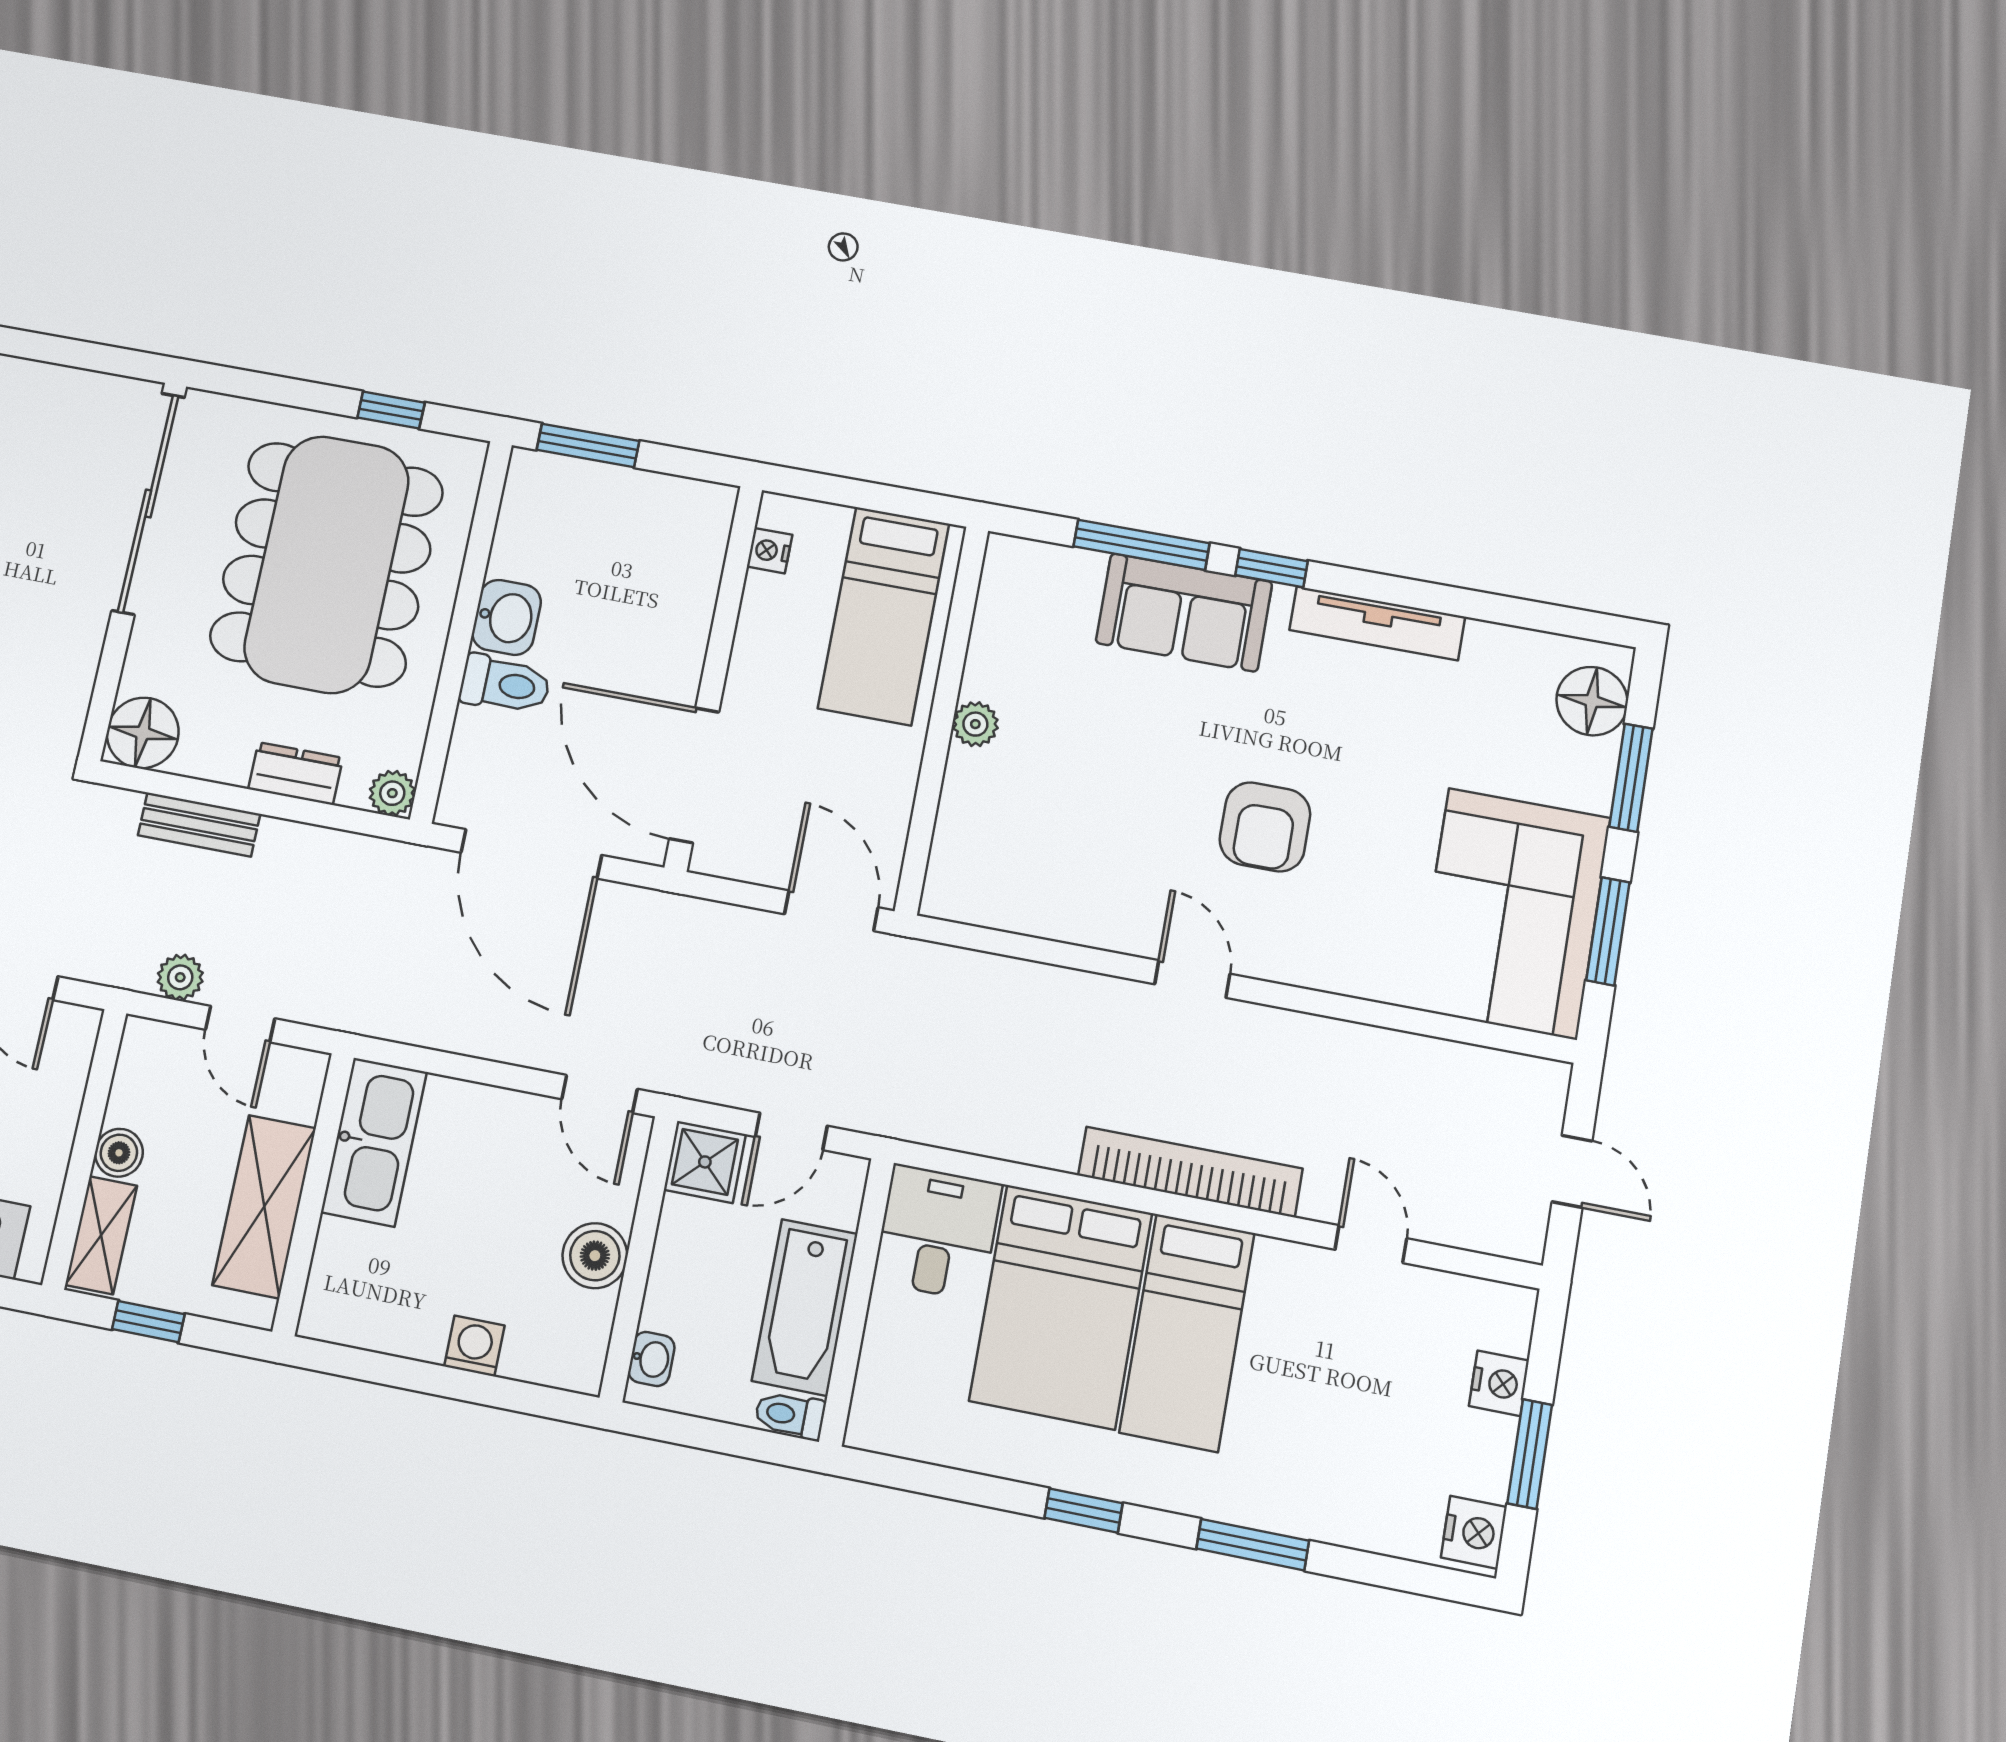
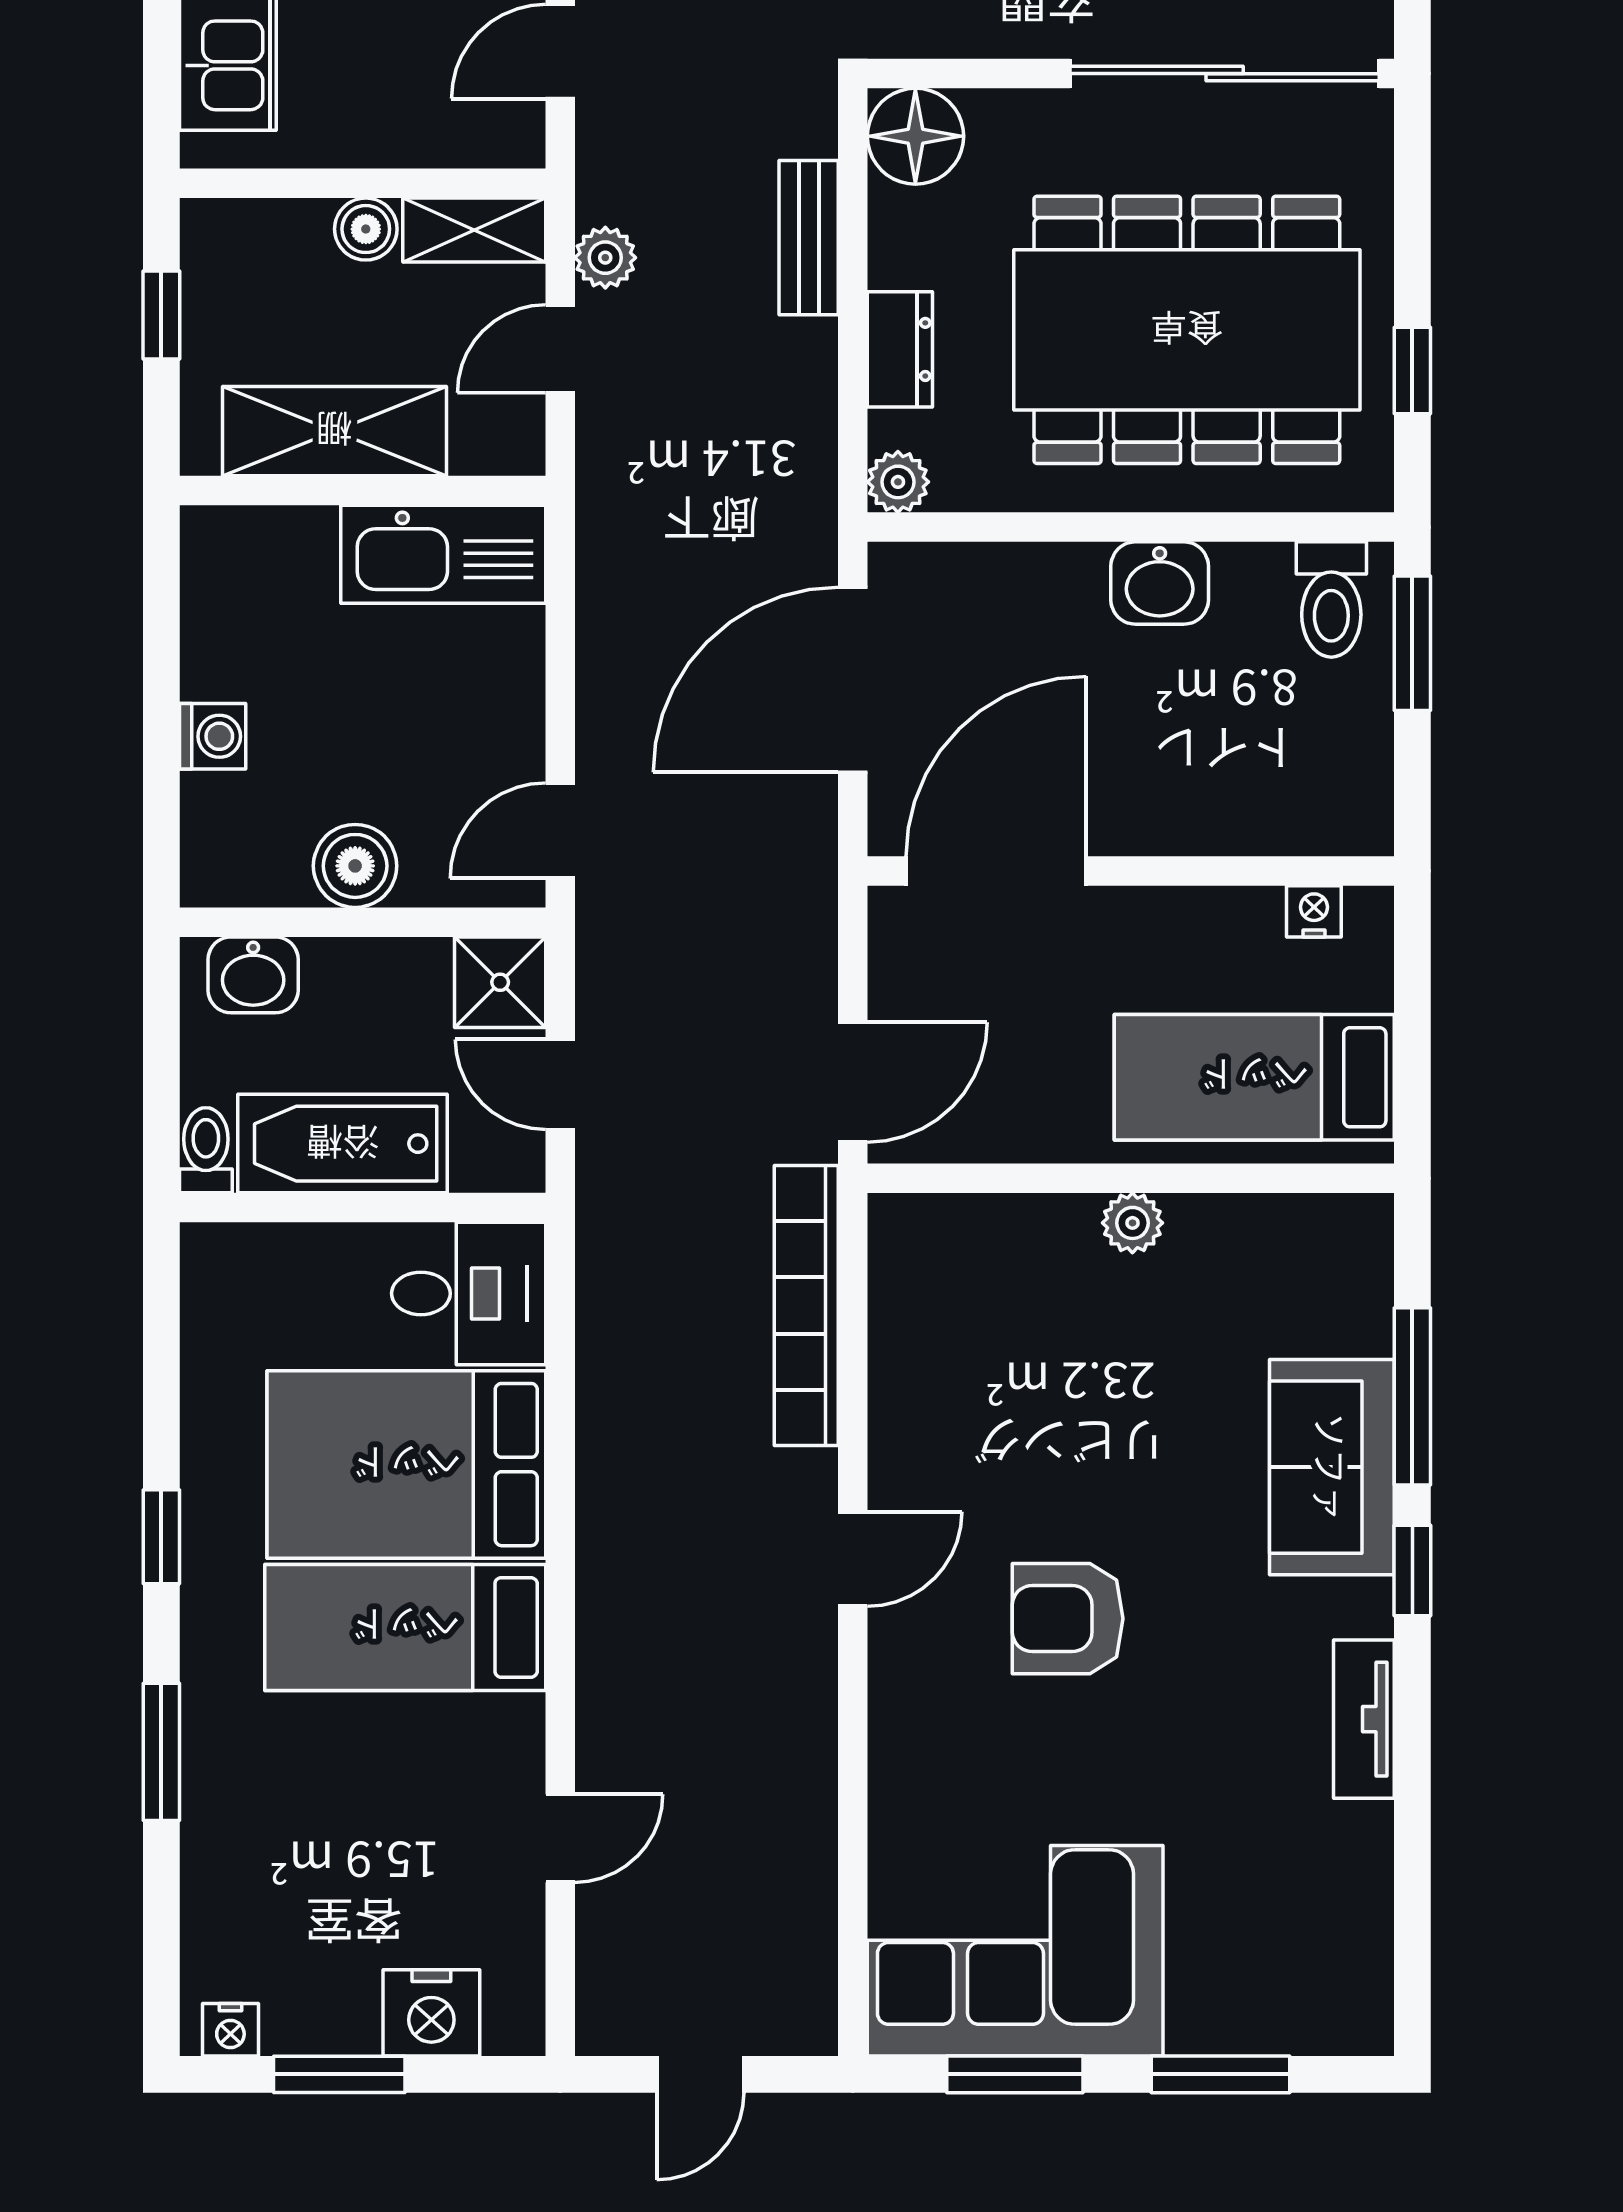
tv unit: (1377, 623) -> (1364, 1719), width x0.71
toilet: (505, 684) -> (1331, 599), moved
floor lamp: (1592, 701) -> (1312, 2010), removed
bookcase: (1190, 1172) -> (806, 1306), moved, turned 180
shelving: (101, 1235) -> (474, 230), moved
washbasin: (651, 1359) -> (253, 975), width x1.38, depth x1.45
nightstand: (1499, 1383) -> (431, 2013), width x1.36, depth x1.33
nightstand: (1474, 1532) -> (230, 2030), width x0.72, depth x0.74

